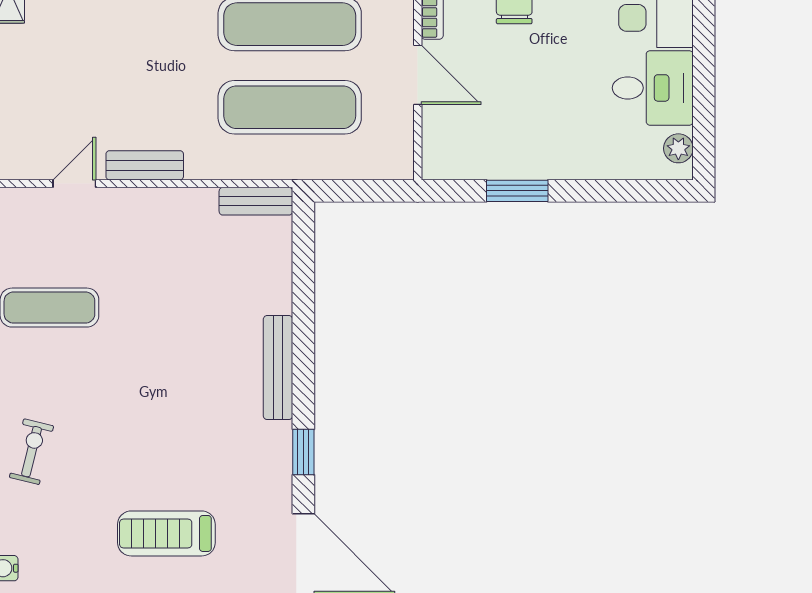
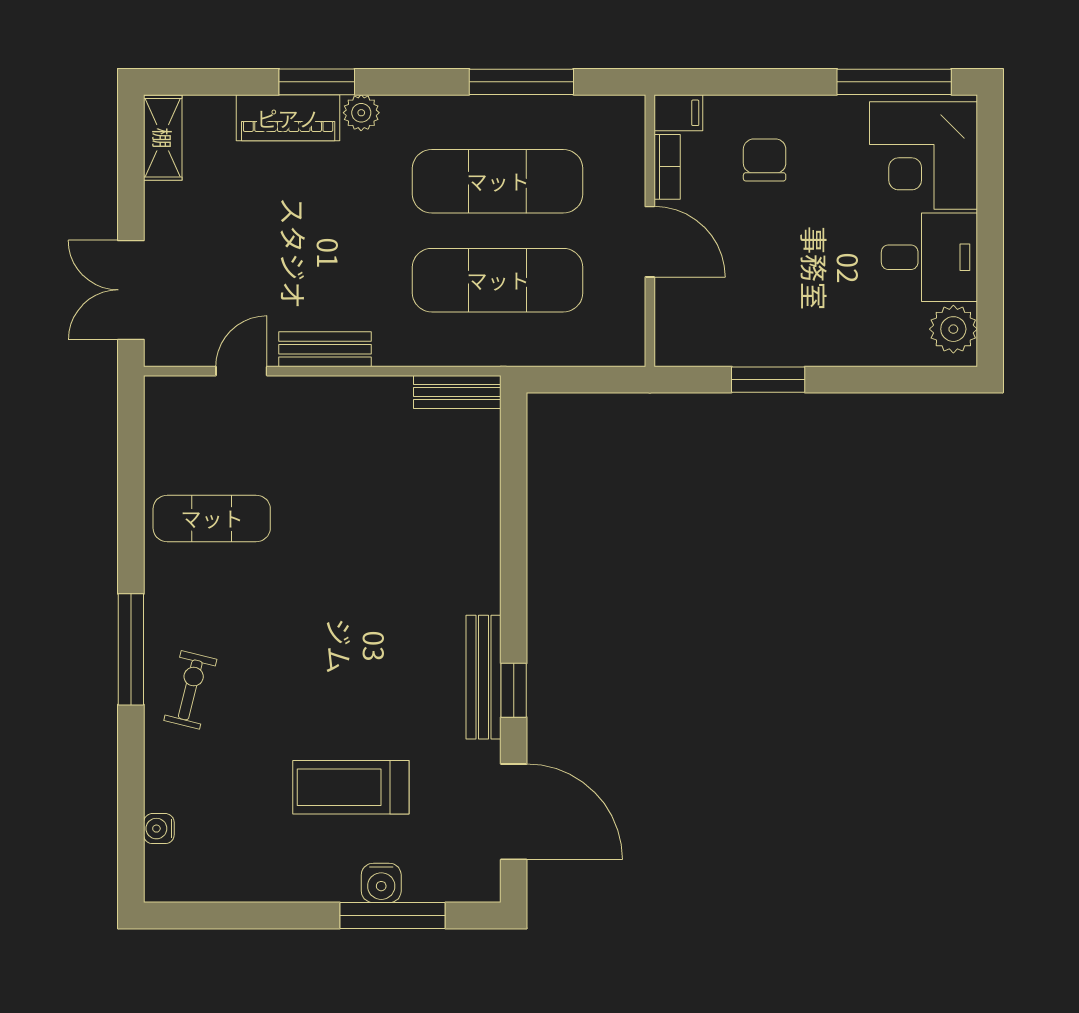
plant: (678, 148) -> (953, 329), width x1.38, depth x1.38
bench: (278, 368) -> (484, 677), moved

